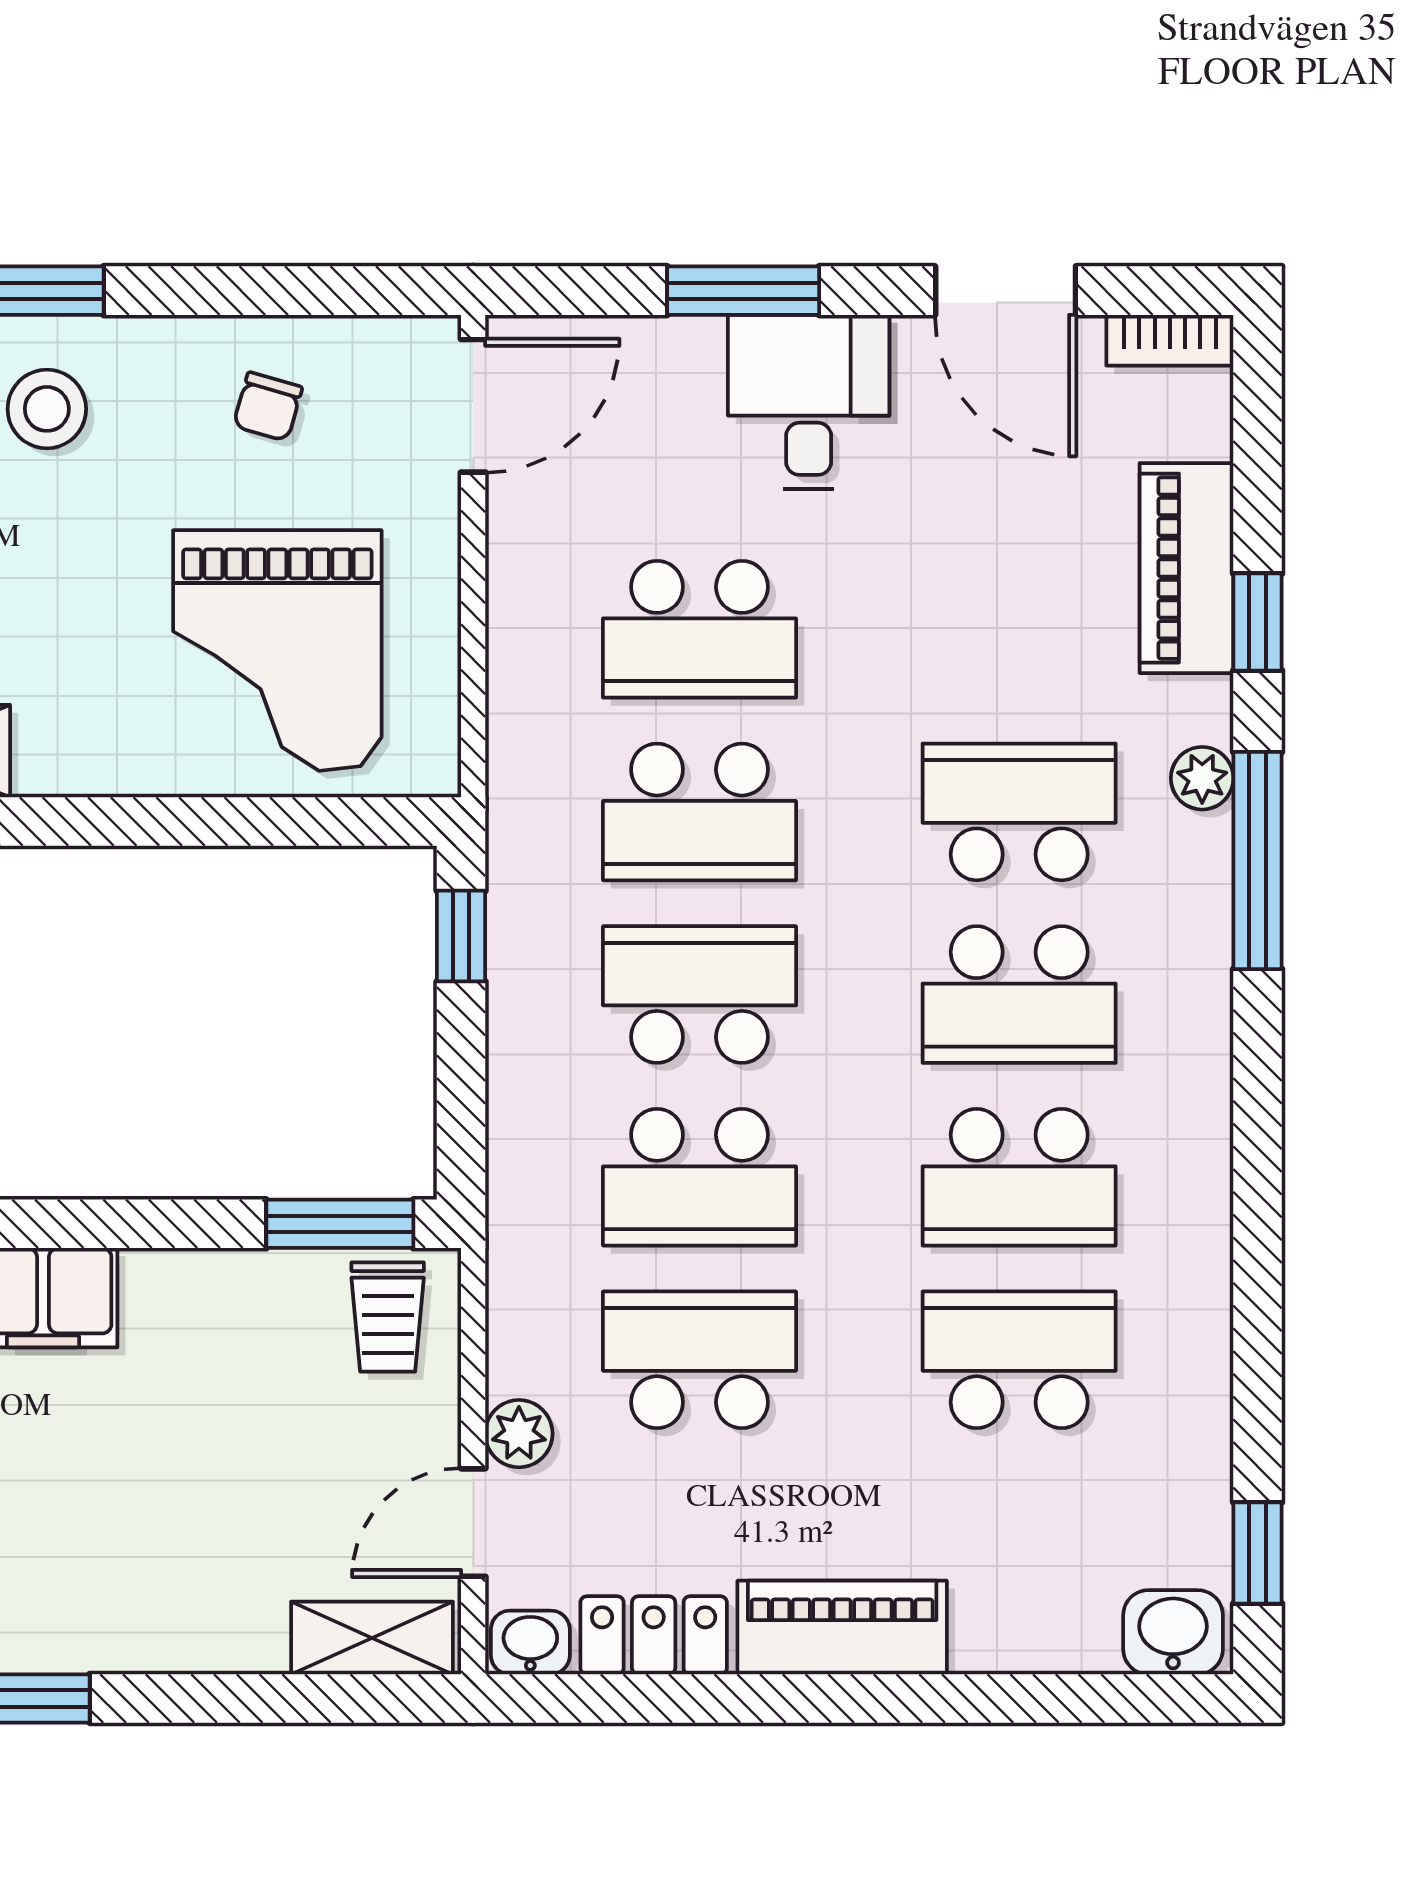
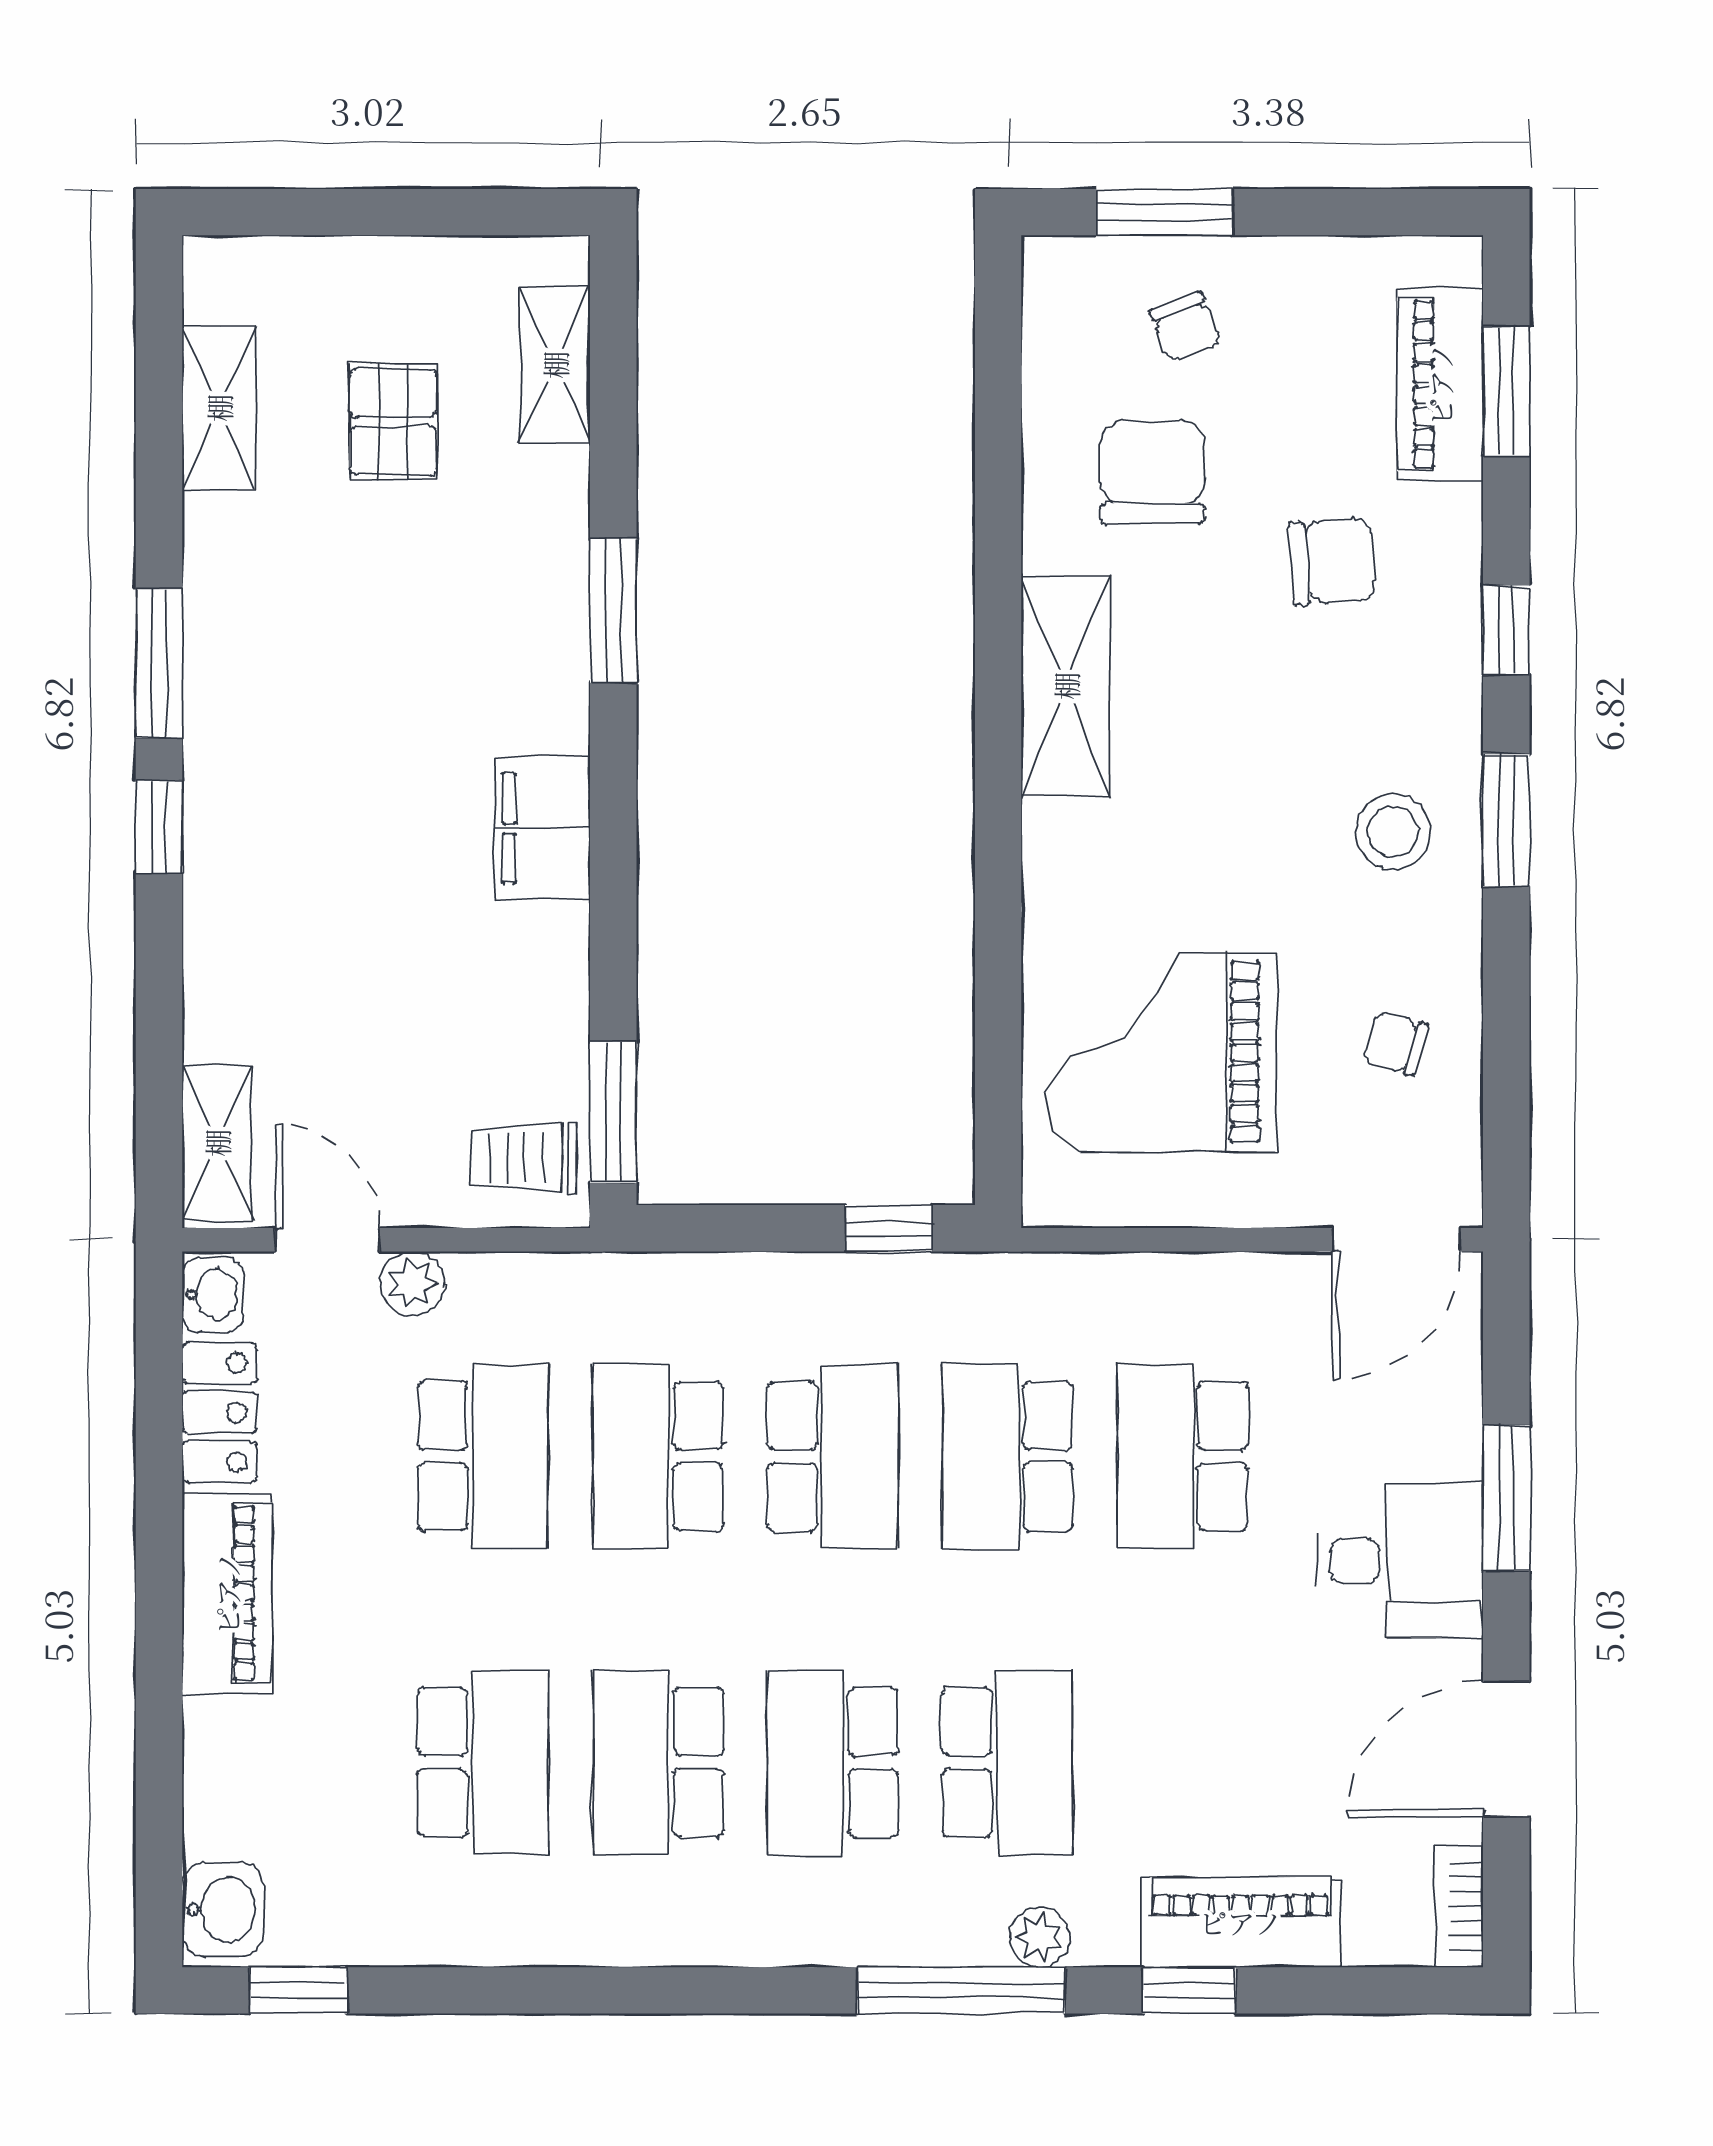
door: (473, 406) -> (1396, 1240), hinge flipped

